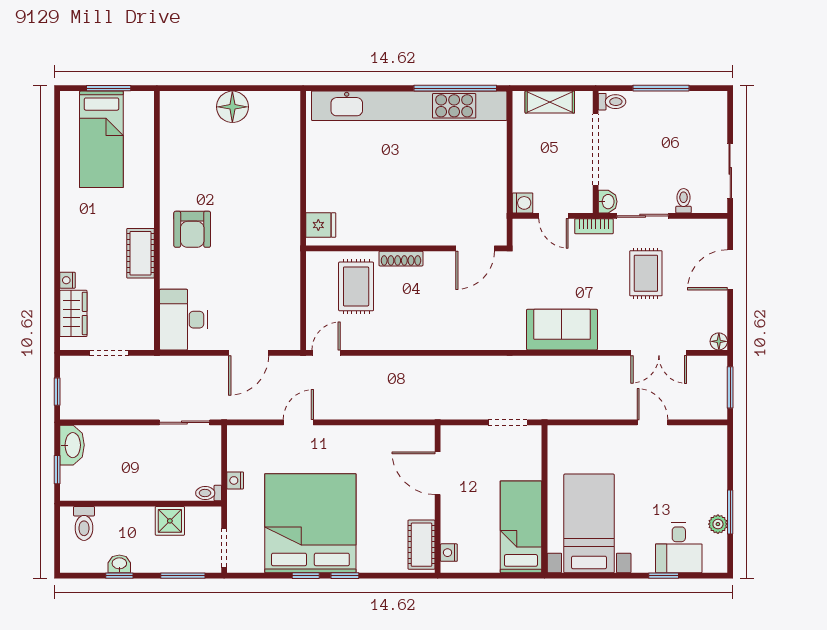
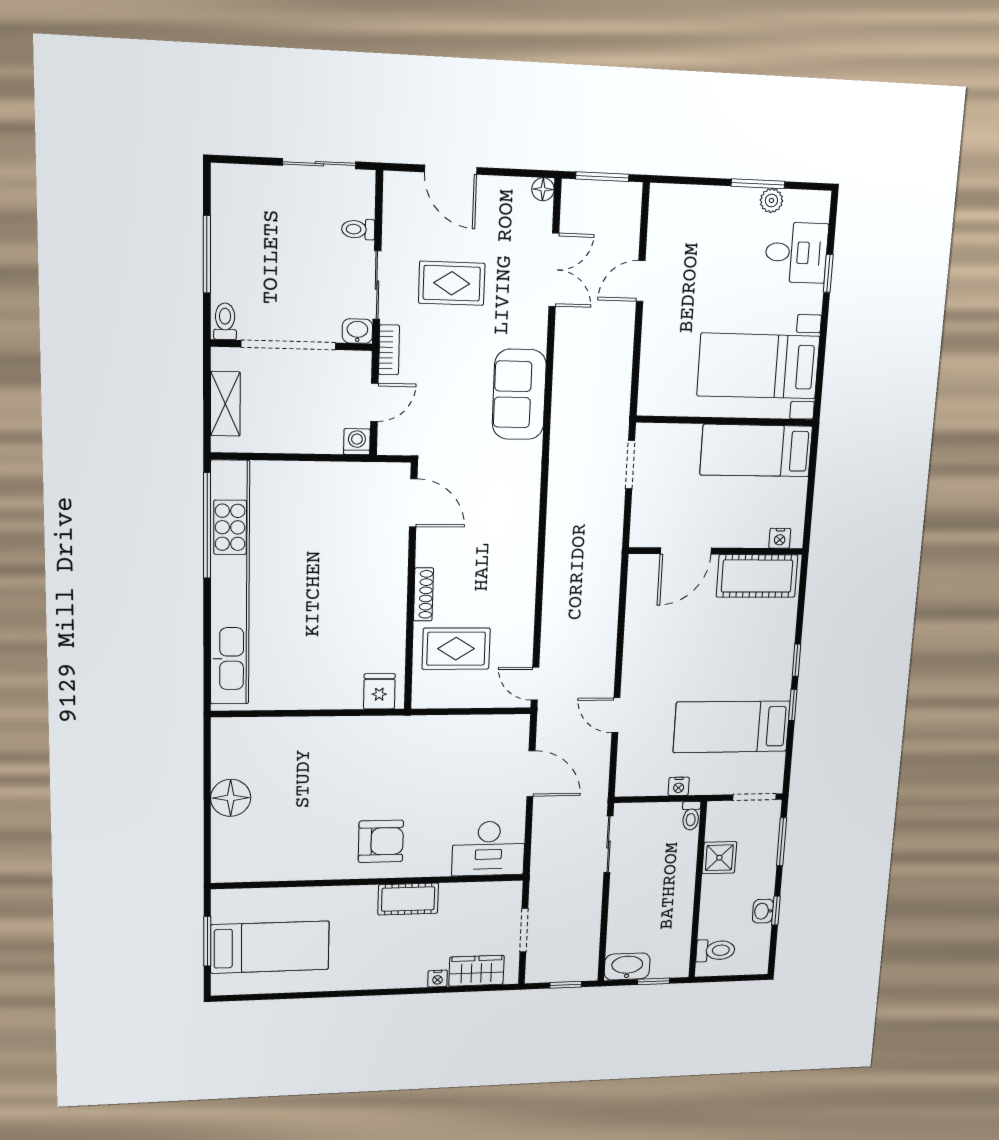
bed: (310, 523) -> (732, 727), width x0.49
cot: (422, 545) -> (757, 576), width x1.37, depth x1.34

